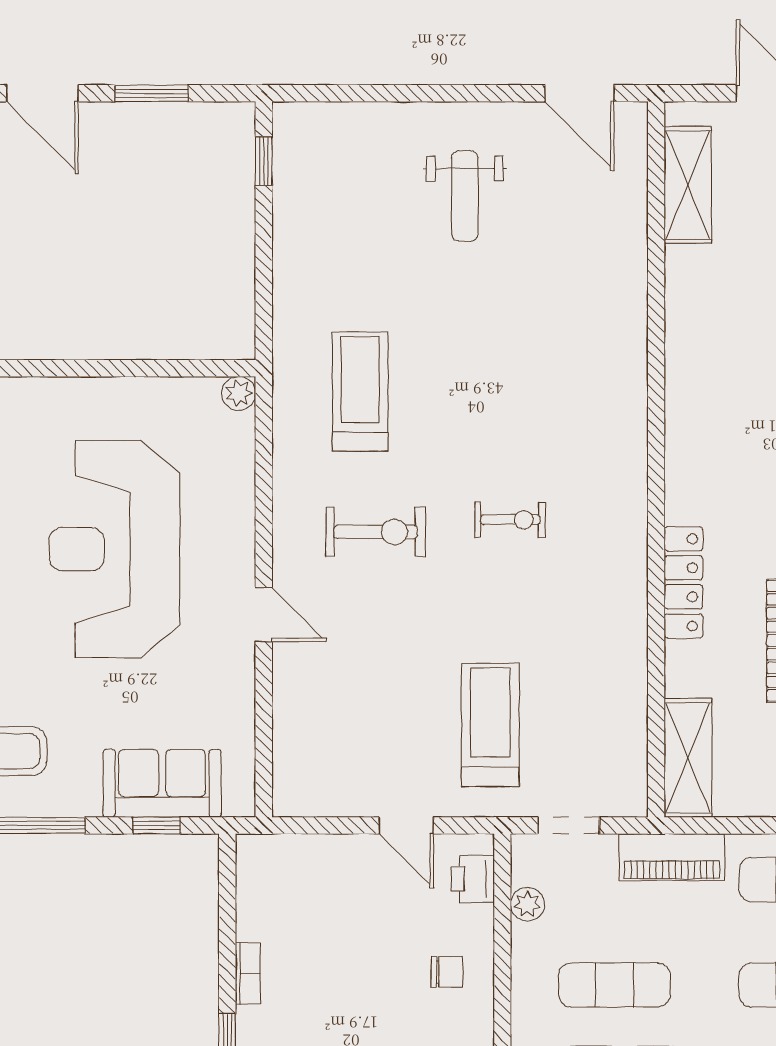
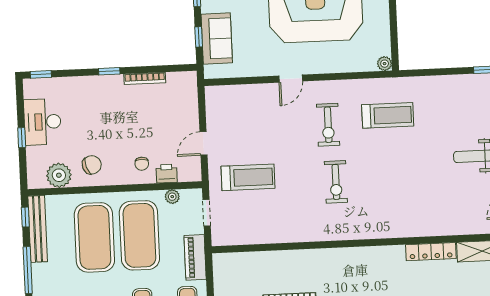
exercise bike: (510, 520) -> (336, 182), width x1.38, depth x1.39
locker: (683, 582) -> (431, 252), moved
shelving: (688, 758) -> (238, 262), removed
printer: (473, 879) -> (167, 174), moved
bookcase: (248, 973) -> (145, 78), width x1.56
exercise mat: (614, 985) -> (139, 235), width x2.00, depth x1.45

